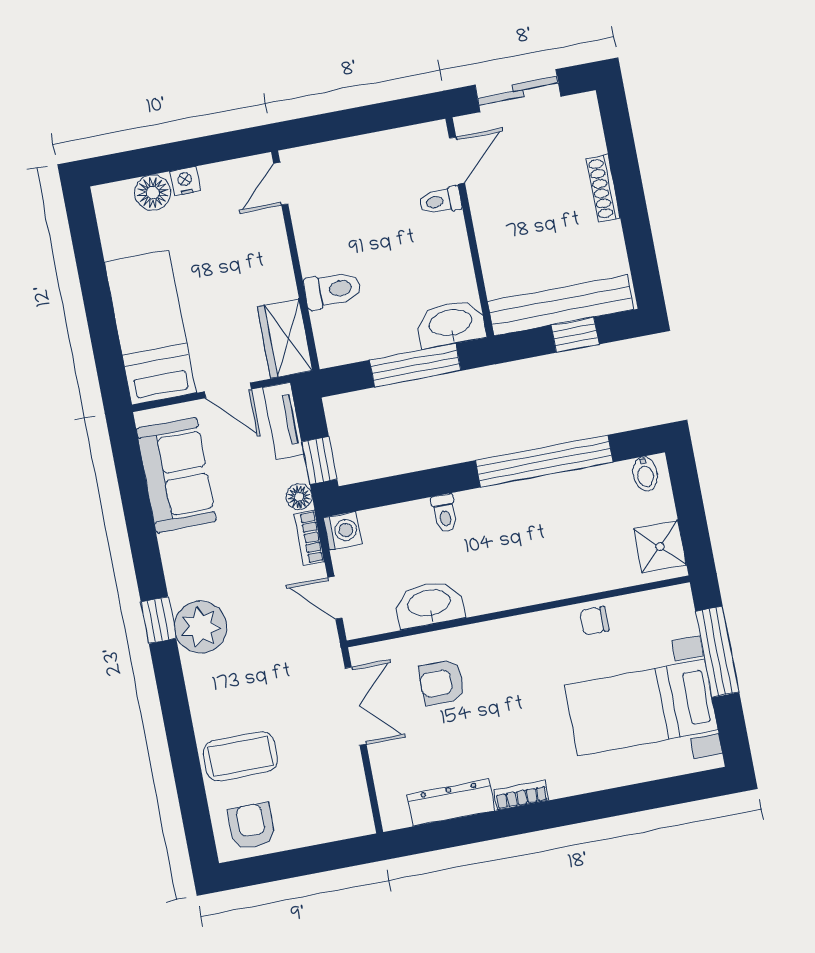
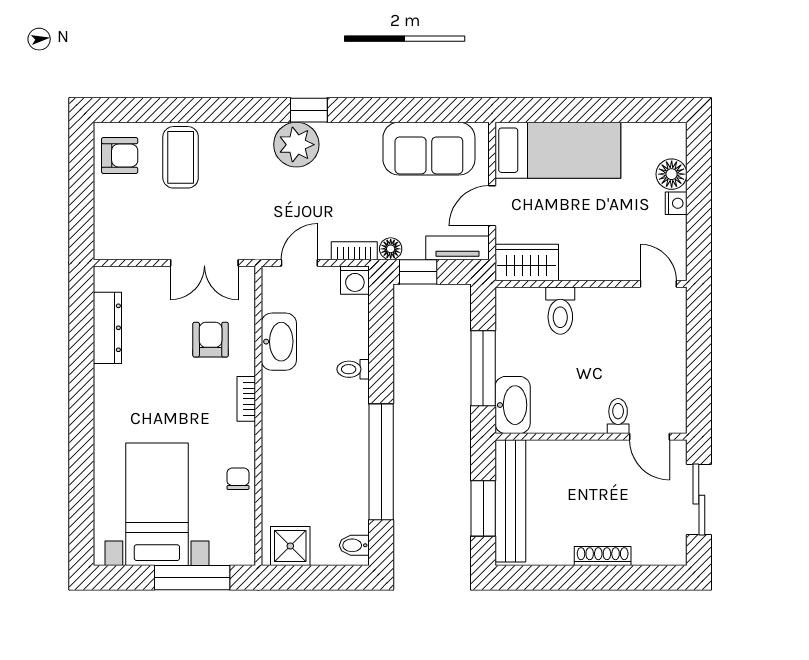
window: (575, 335) -> (483, 508), width x1.50
bookcase: (521, 795) -> (246, 399), moved, turned 180

